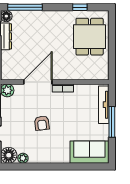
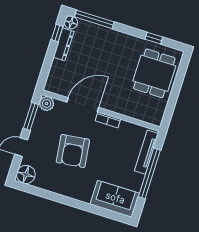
window: (112, 122) -> (149, 173), width x1.46
armchair: (42, 123) -> (73, 151), width x1.88, depth x1.88
plant: (23, 158) -> (40, 183), removed

